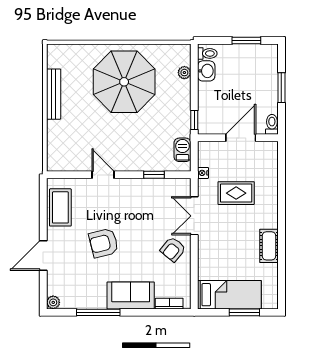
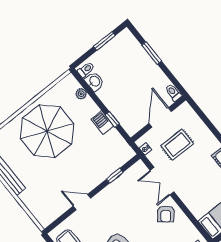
toilet: (272, 124) -> (173, 93), moved
wall: (238, 138) -> (158, 119), moved
door: (241, 138) -> (160, 117), moved
barbecue: (182, 150) -> (102, 123), moved

